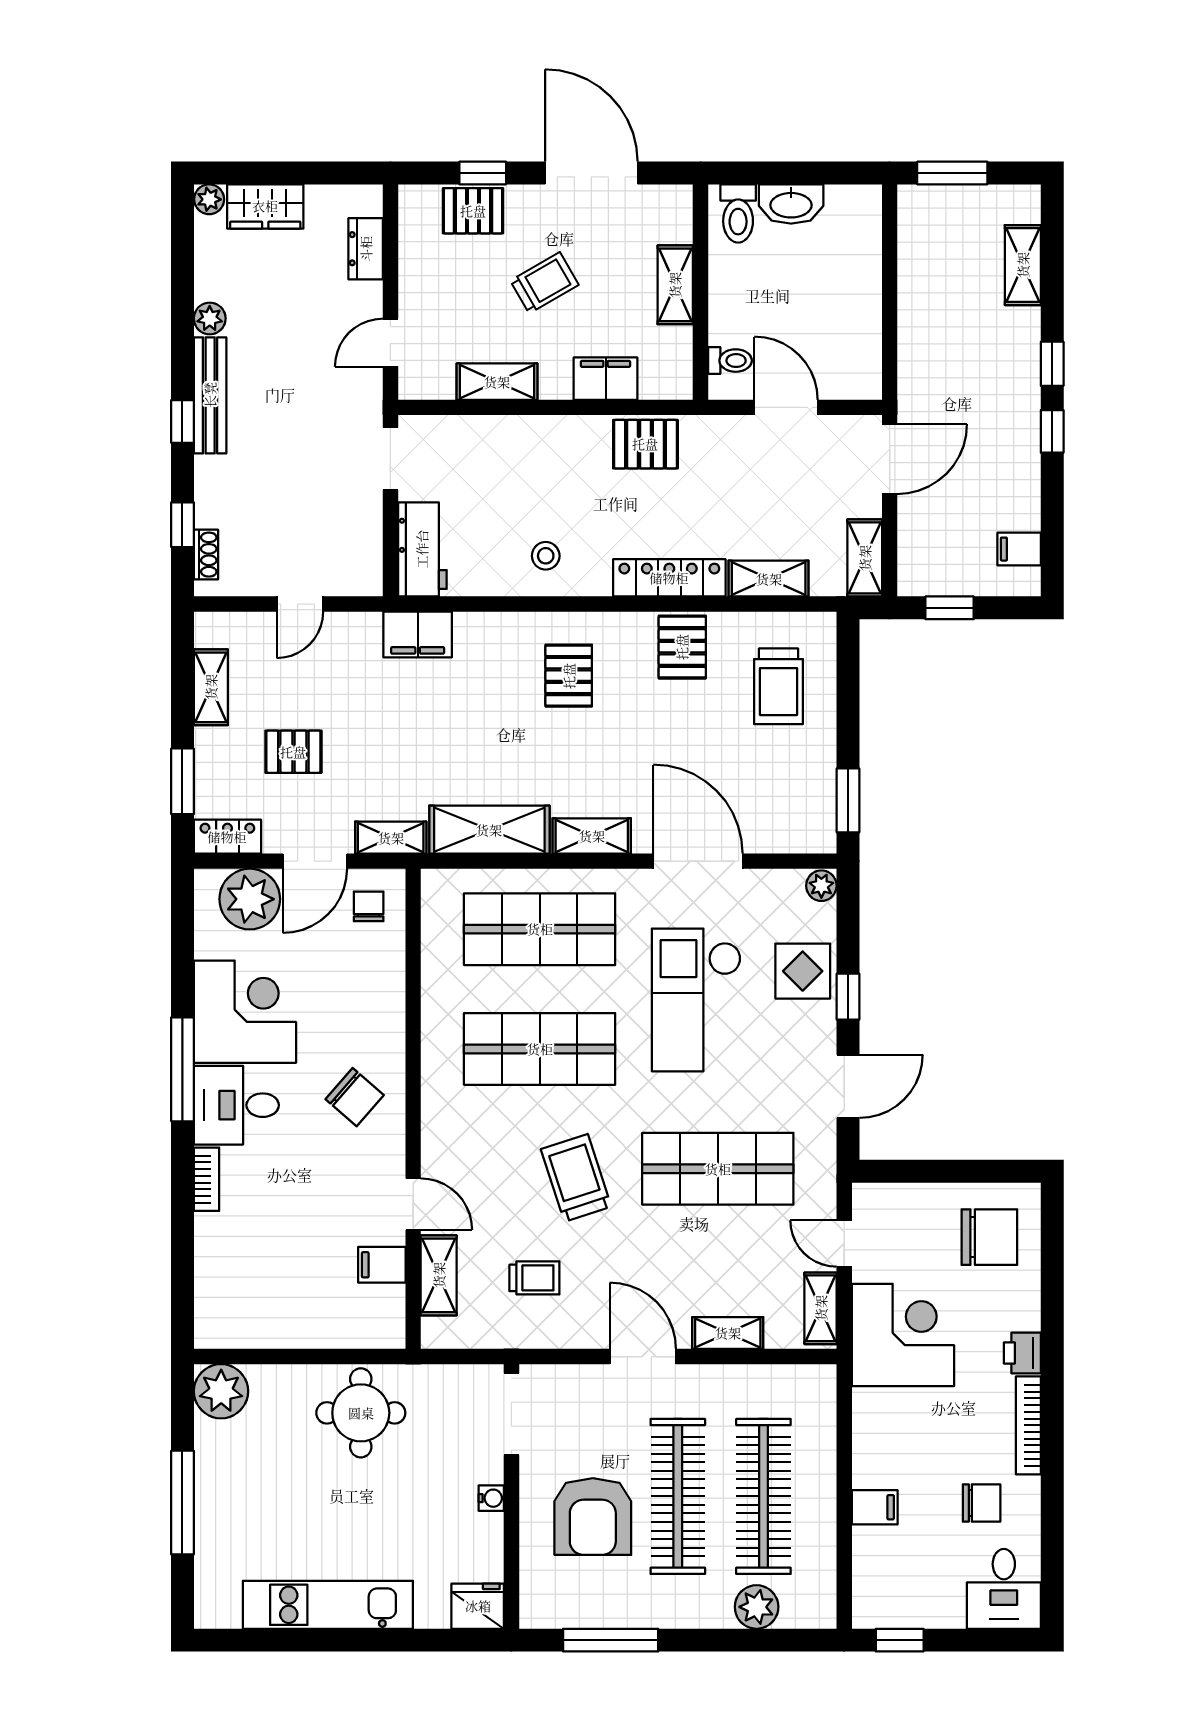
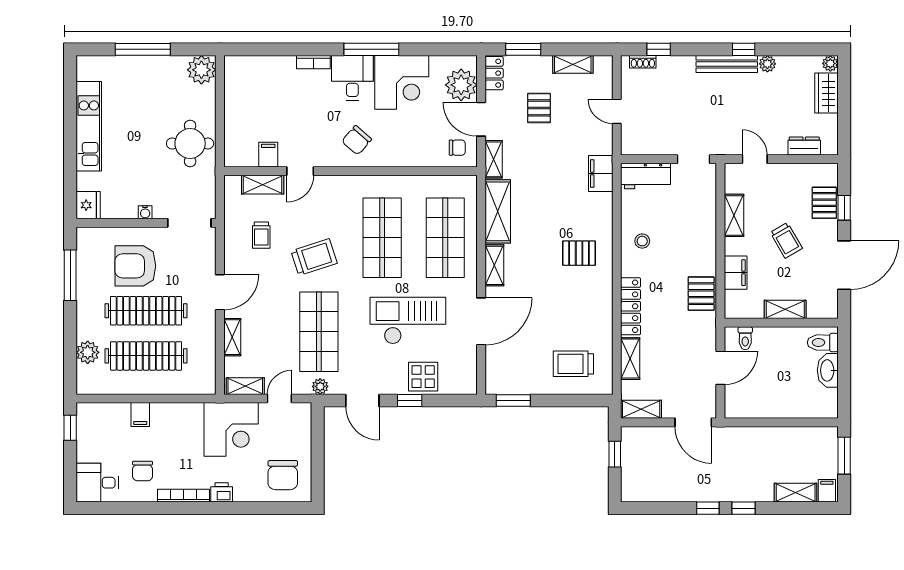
window: (182, 422) -> (744, 49), moved
filing cabinet: (1019, 549) -> (827, 491), moved
pallet: (682, 647) -> (594, 313), removed
plant: (821, 886) -> (320, 386), moved

